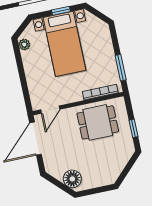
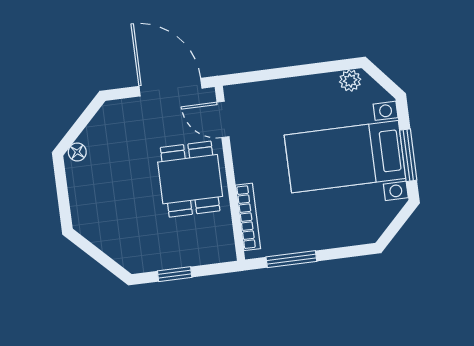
window: (61, 11) -> (408, 155), width x1.50
dining table: (98, 122) -> (190, 179), moved
floor lamp: (72, 179) -> (77, 152), width x0.53, depth x0.53

